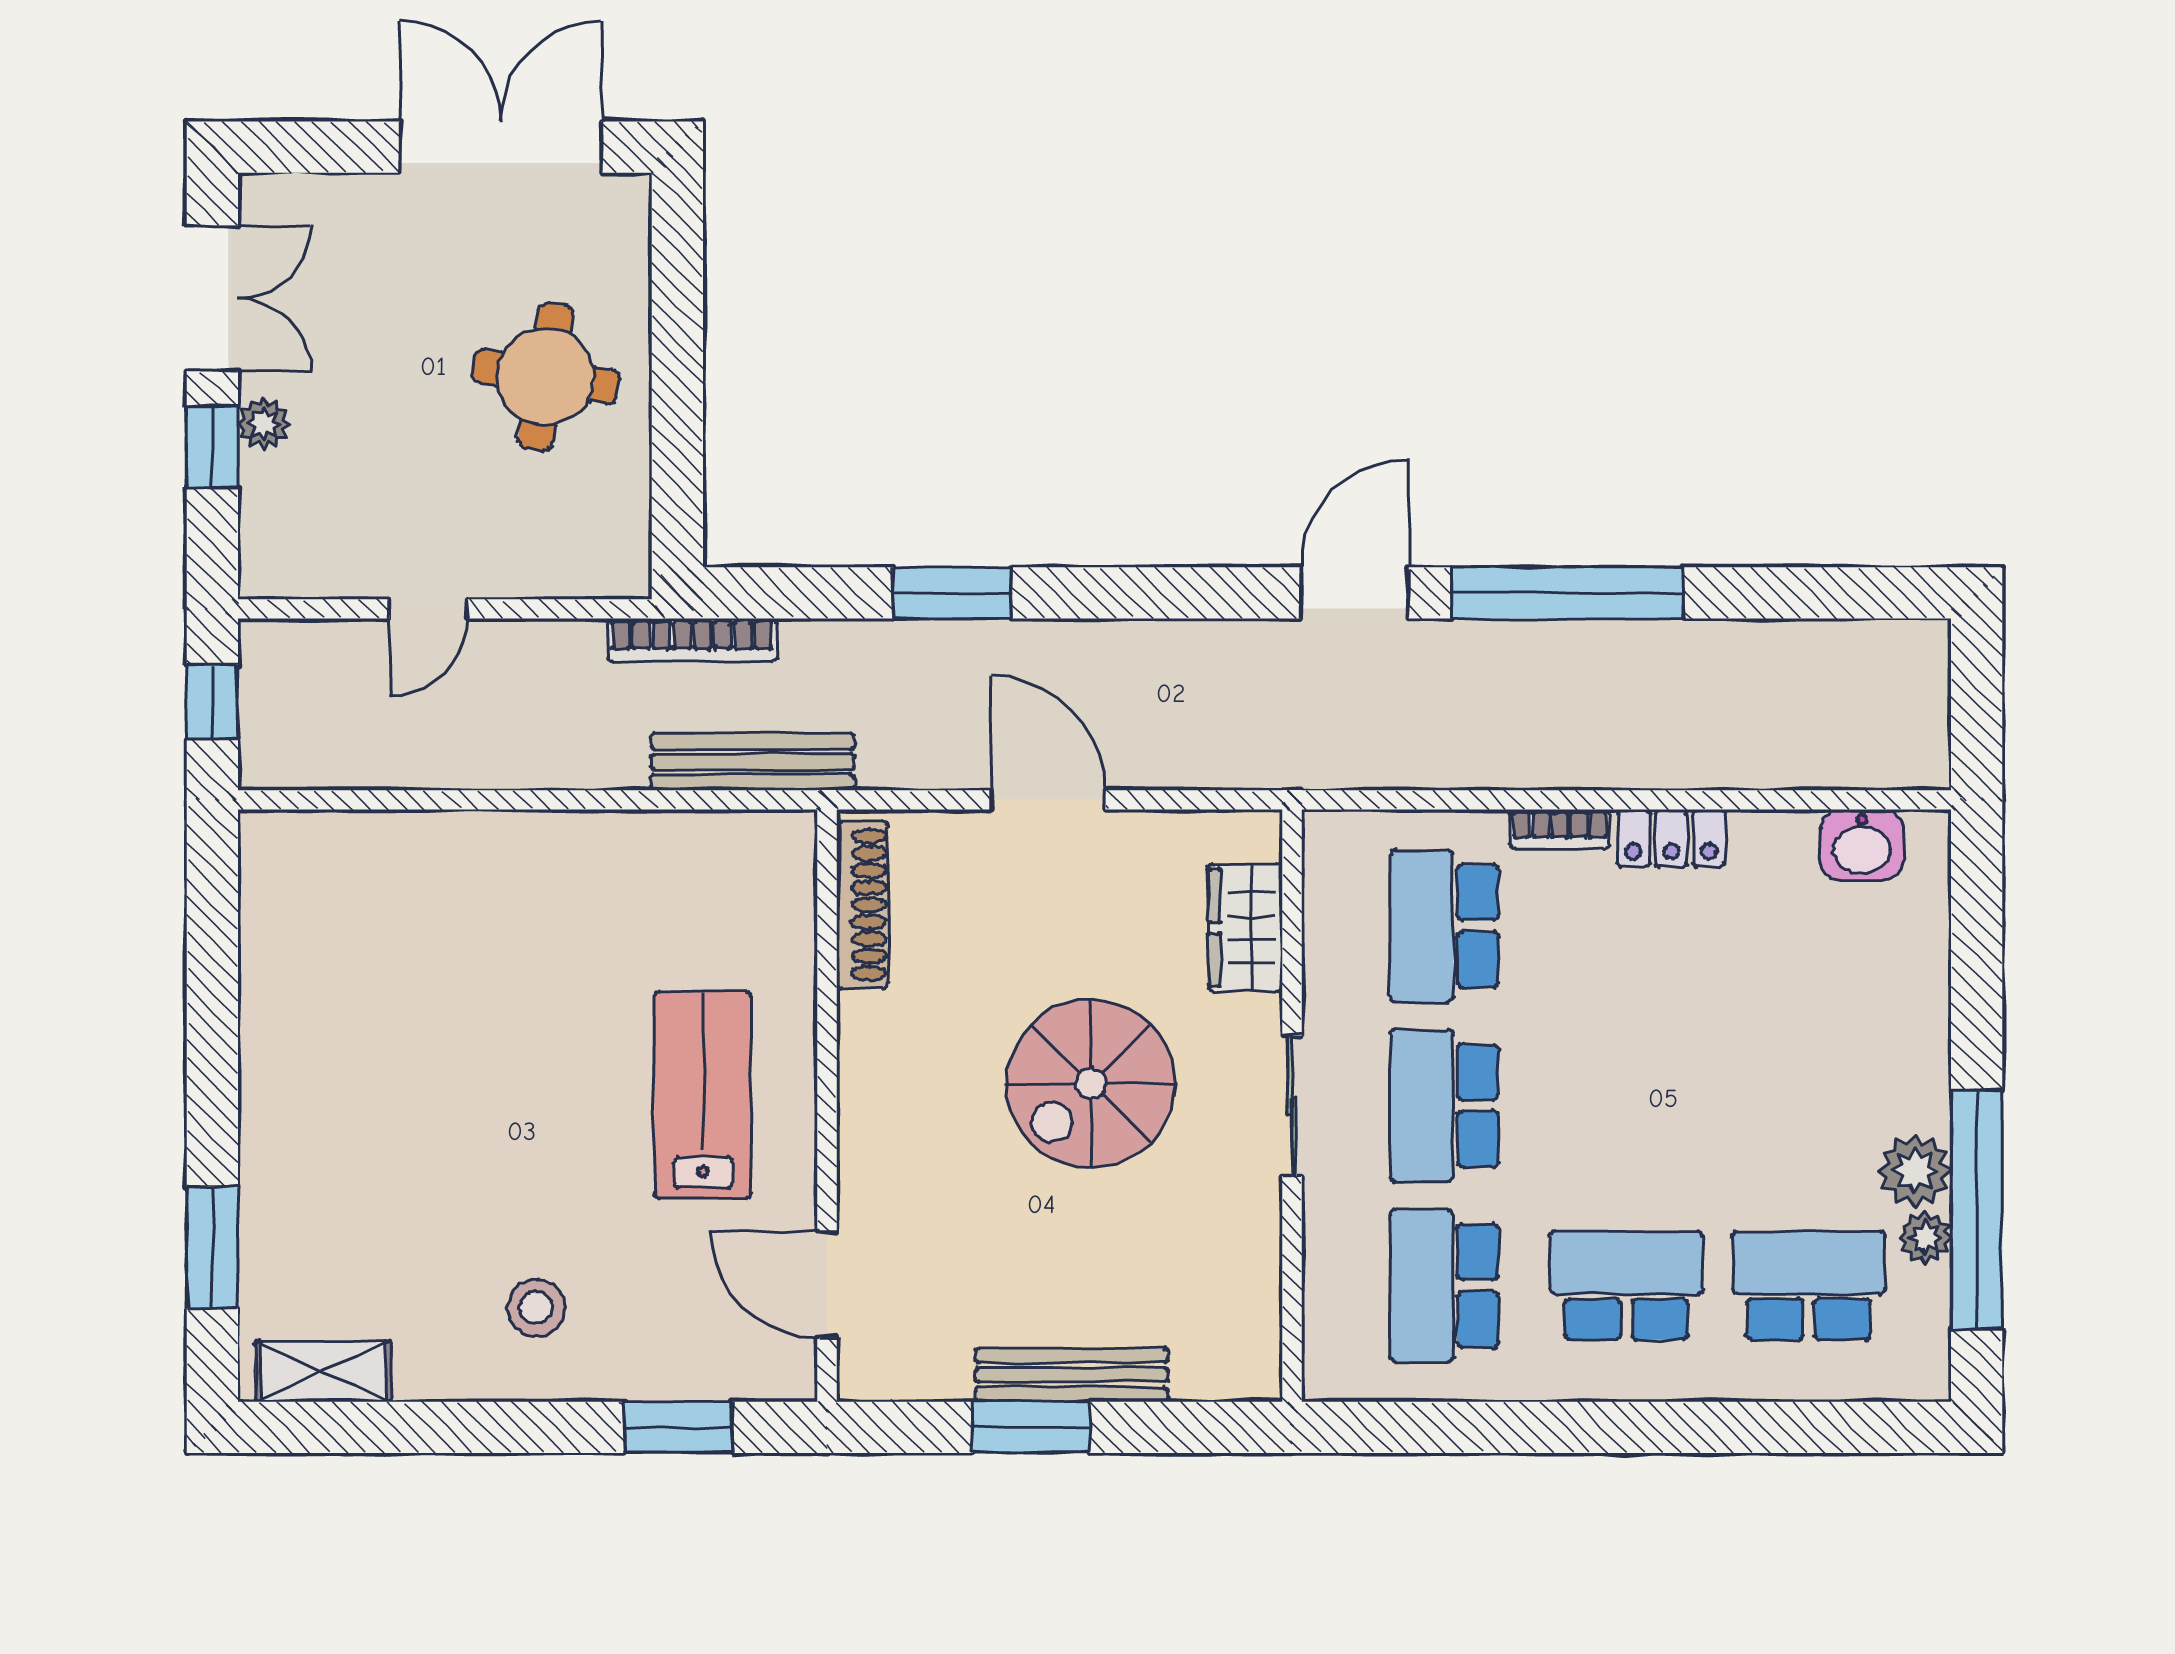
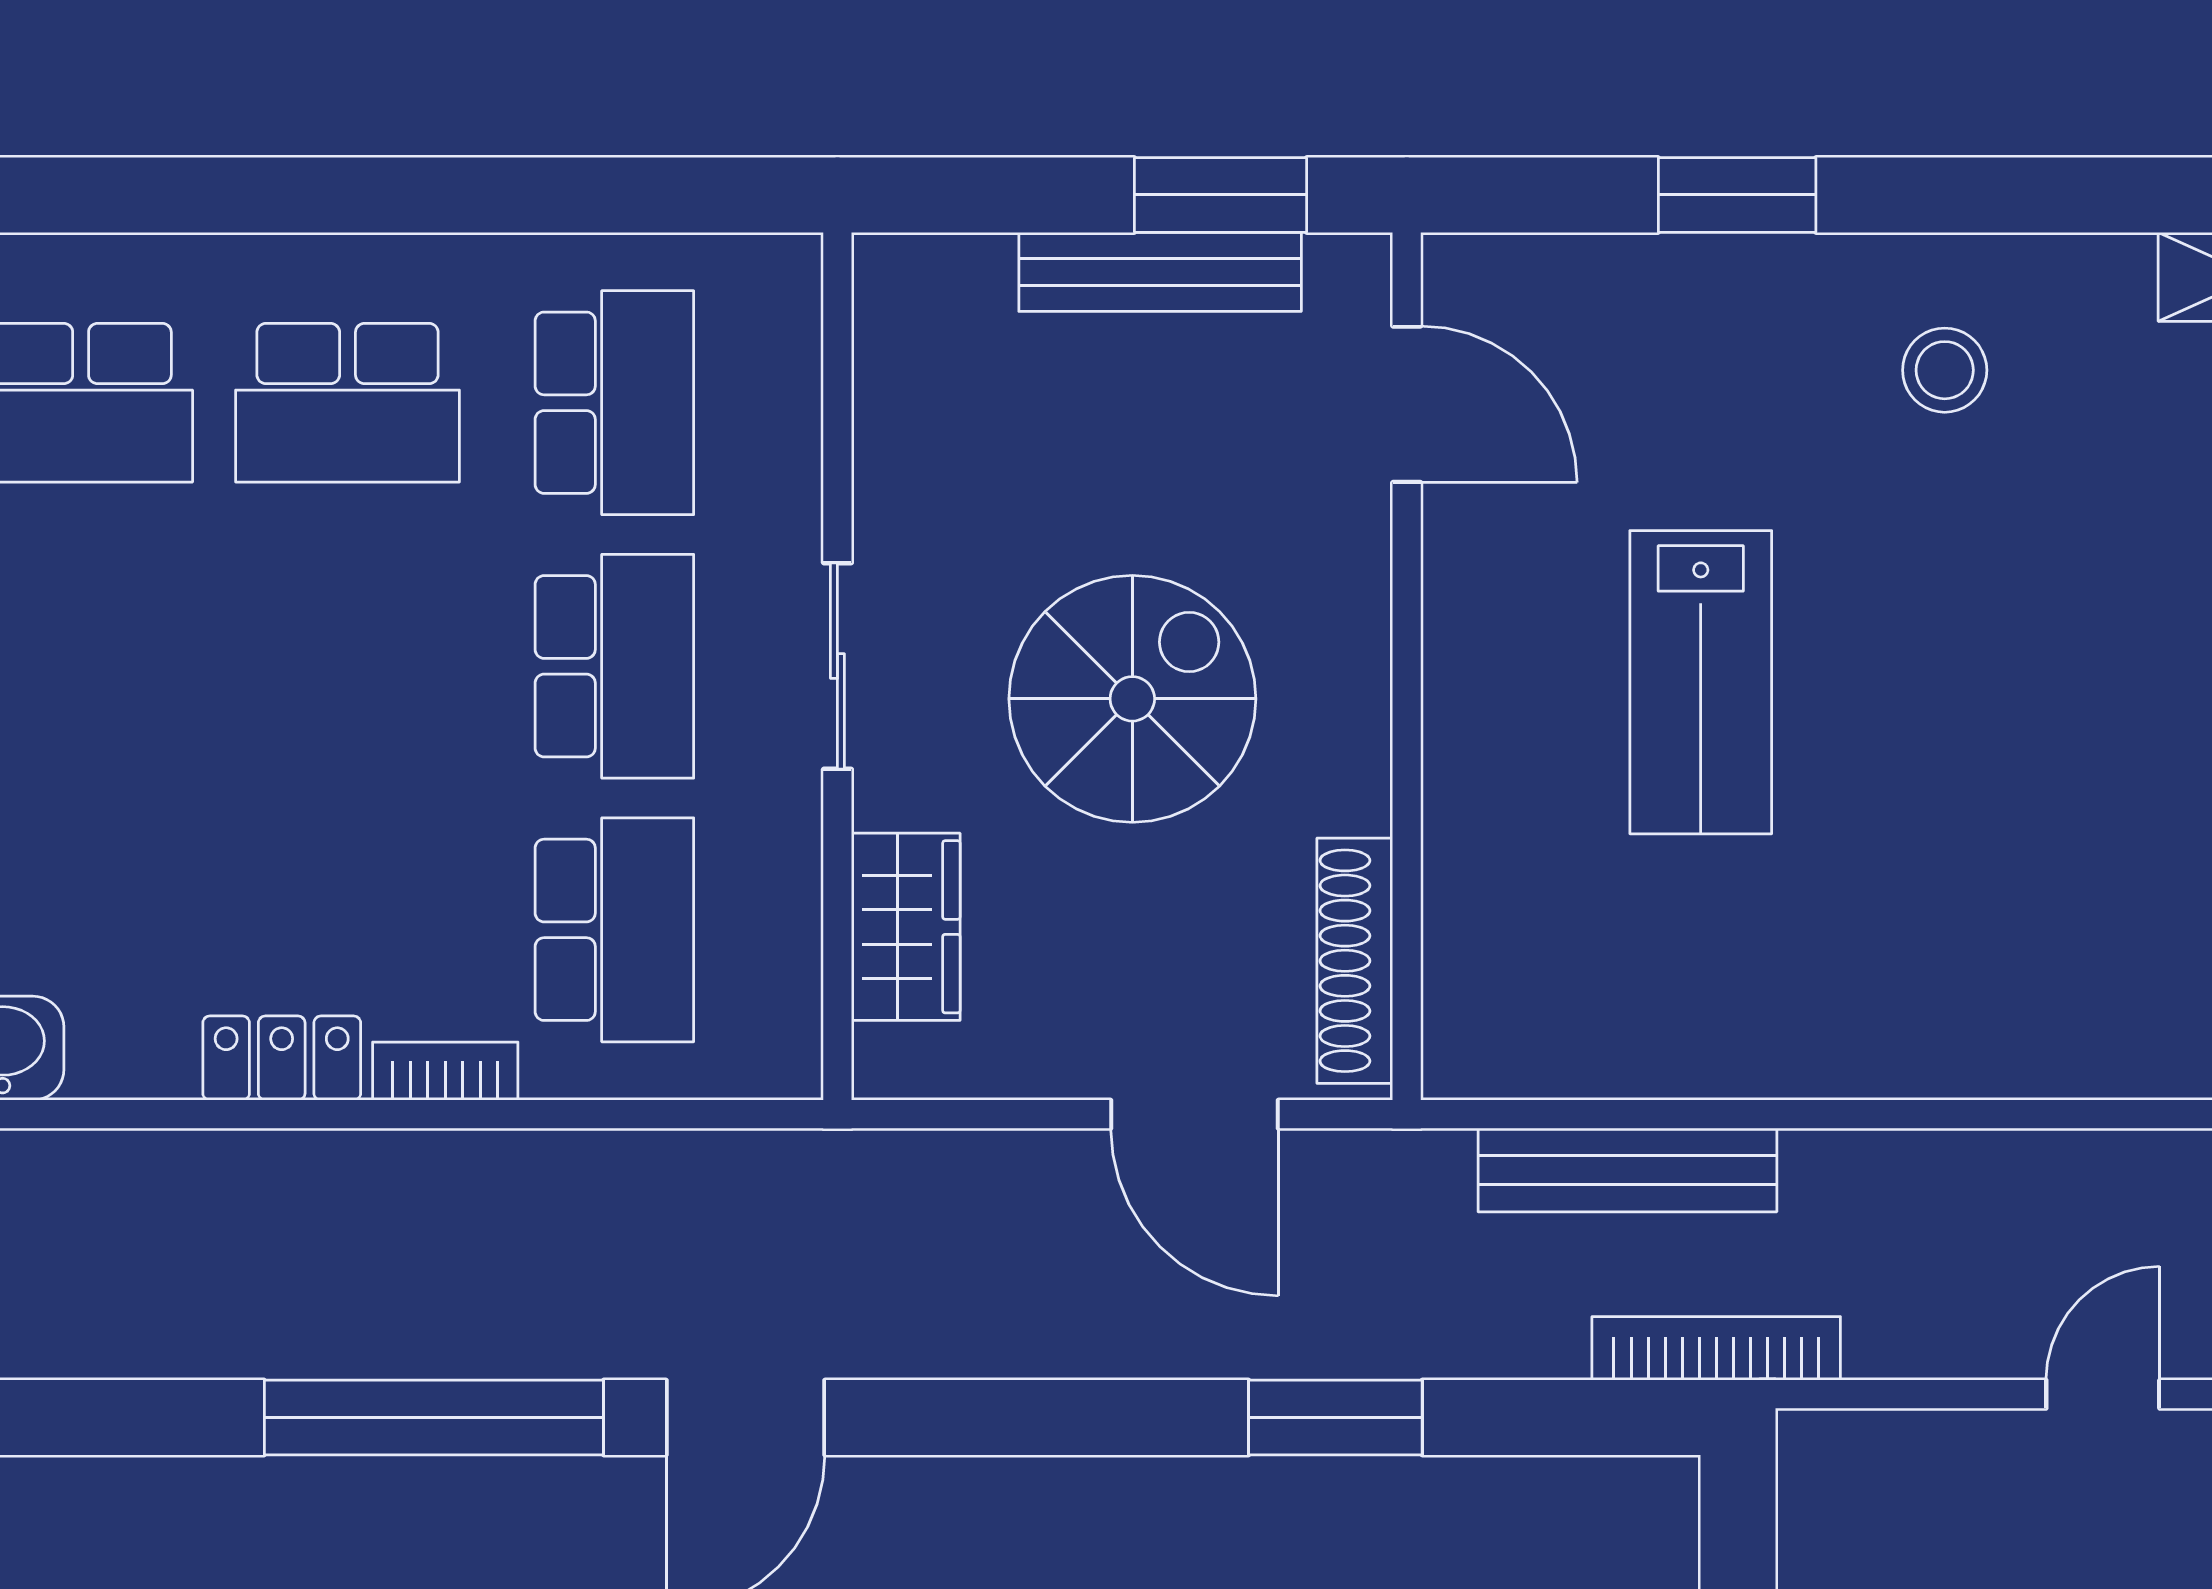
shoe rack: (862, 905) -> (1355, 961), moved
wall: (827, 1106) -> (1407, 666), moved
door: (827, 1284) -> (1407, 404), moved

